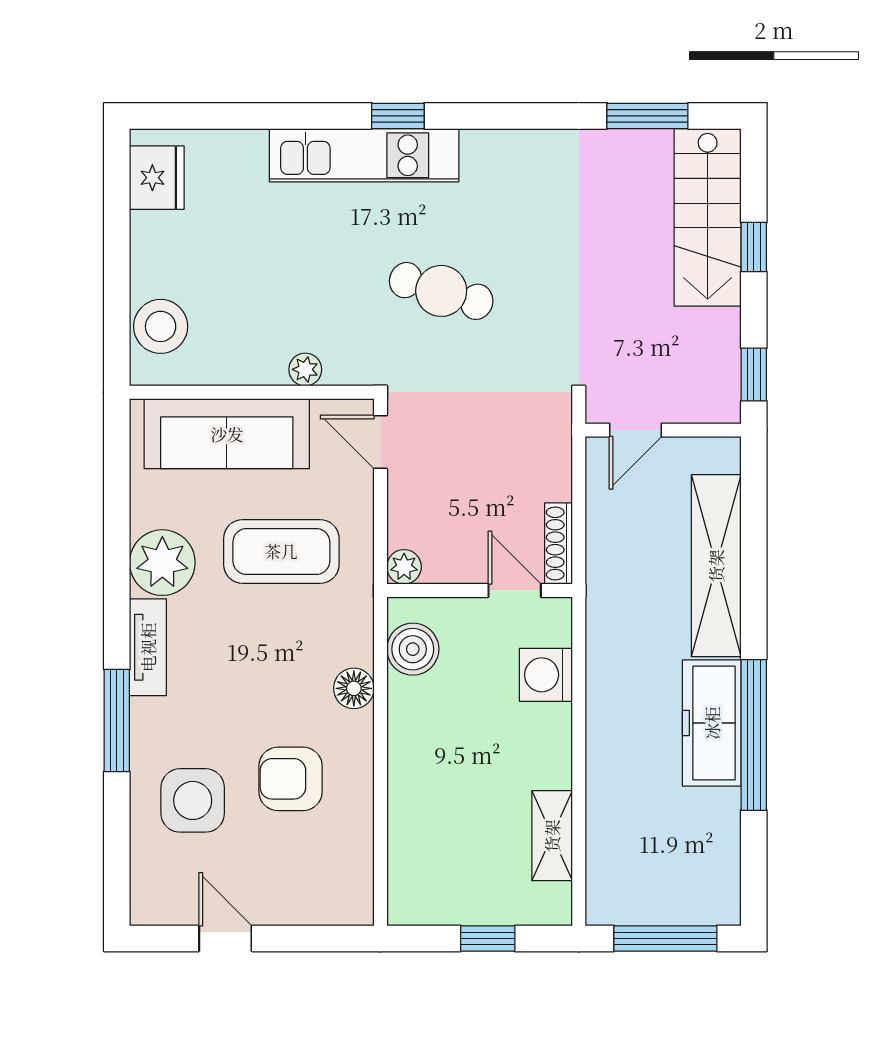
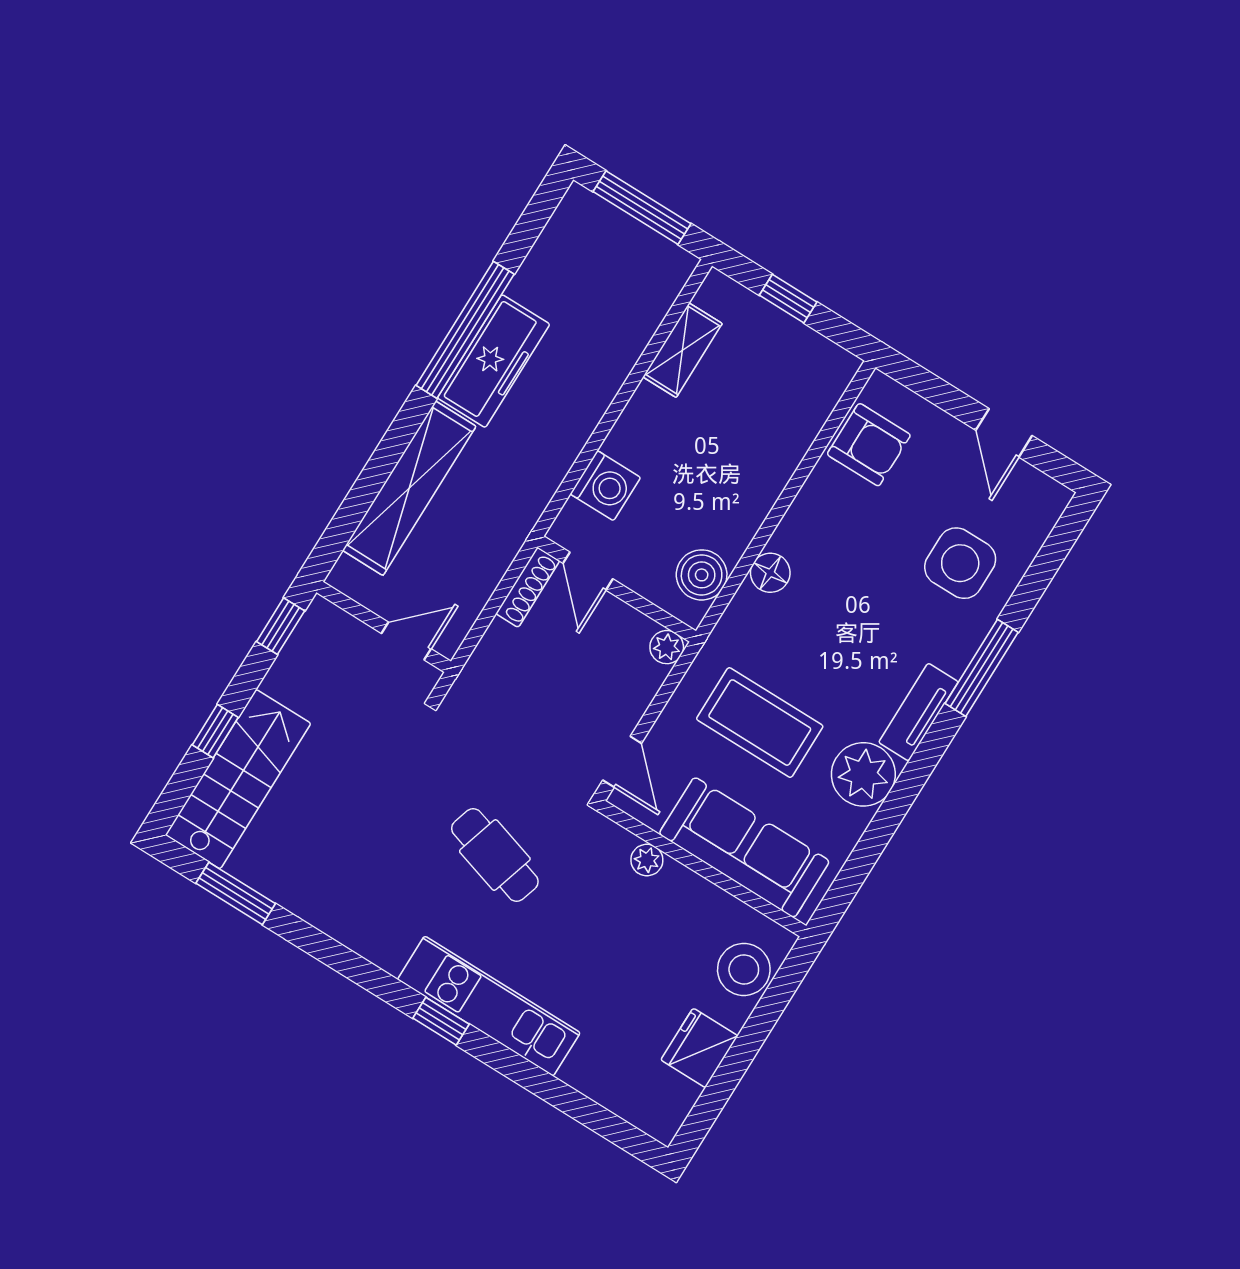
fridge: (157, 178) -> (699, 1048), moved
armchair: (291, 779) -> (869, 445), moved

